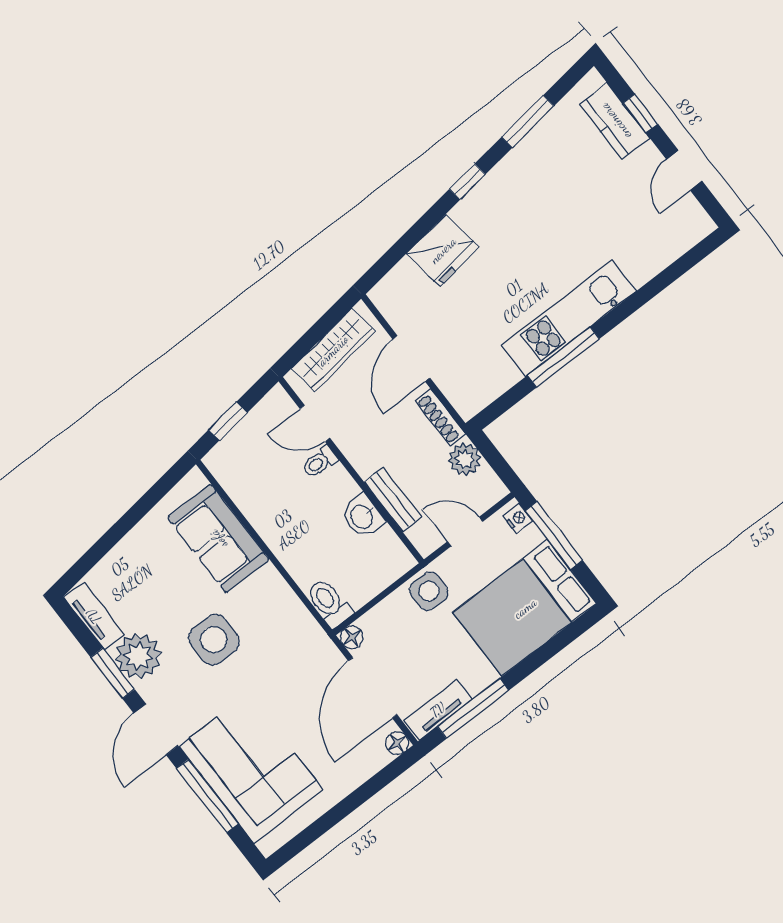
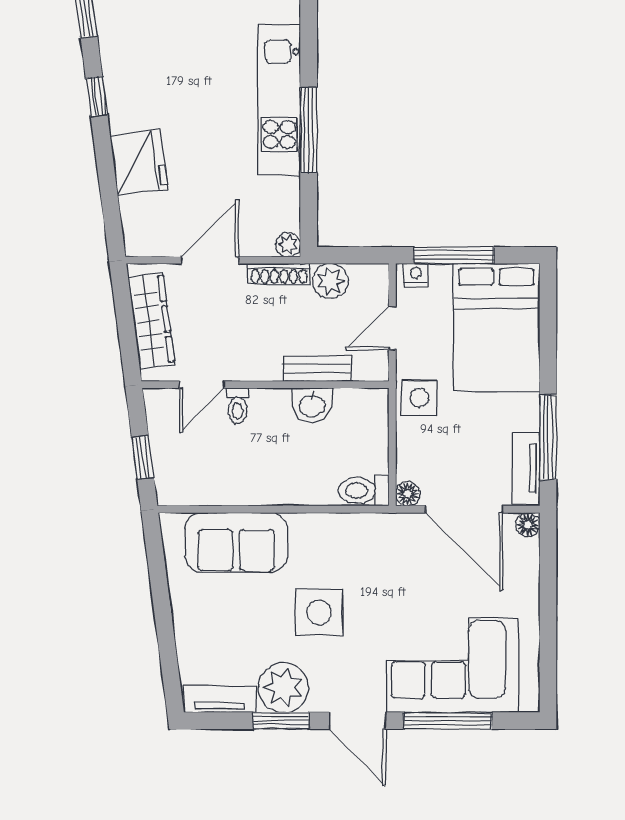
door: (411, 359) -> (210, 260), swing flipped
plant: (467, 407) -> (288, 244), added

